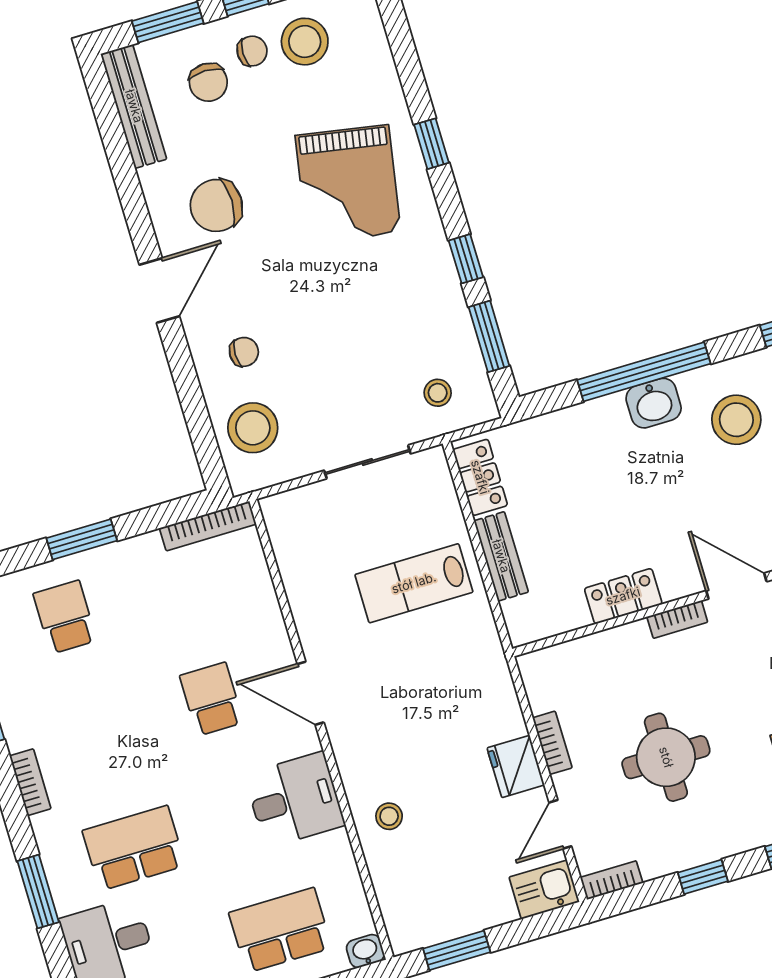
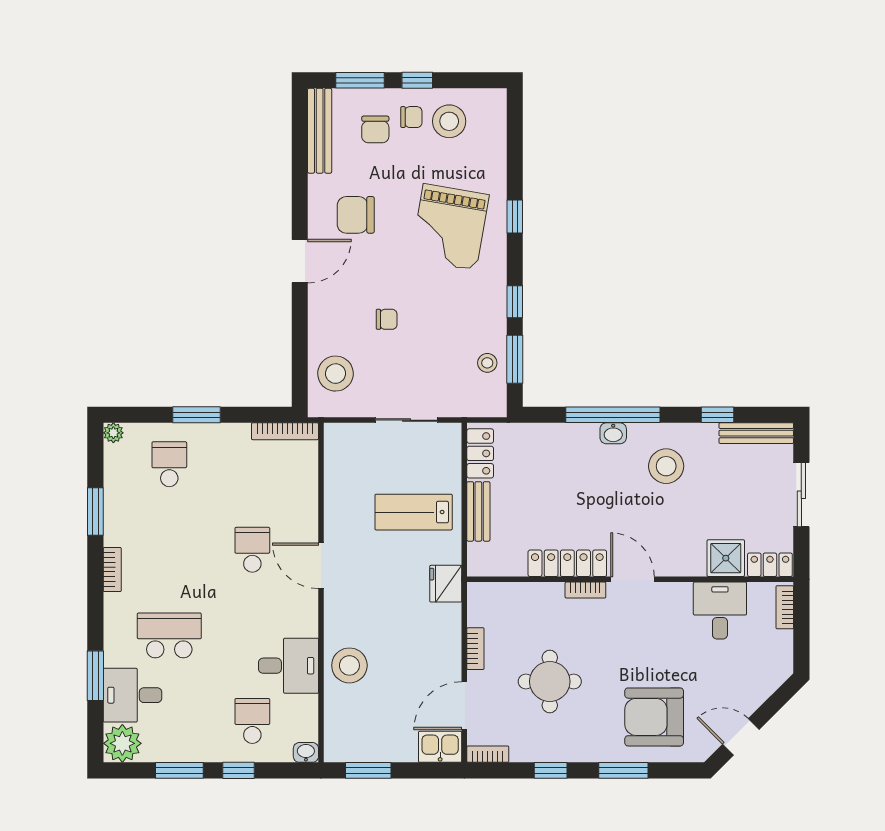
chair: (244, 352) -> (387, 319), moved
stool: (438, 393) -> (487, 363), moved
washbasin: (654, 403) -> (613, 433), width x0.72, depth x0.69
locker: (623, 596) -> (567, 563), width x1.53
fridge: (516, 766) -> (446, 584), moved
desk: (295, 800) -> (288, 666), moved
stool: (389, 816) -> (349, 665), width x1.89, depth x1.89
door: (560, 824) -> (464, 706), width x1.38
window: (38, 892) -> (95, 676), moved
school desk: (280, 930) -> (252, 721), width x0.54

